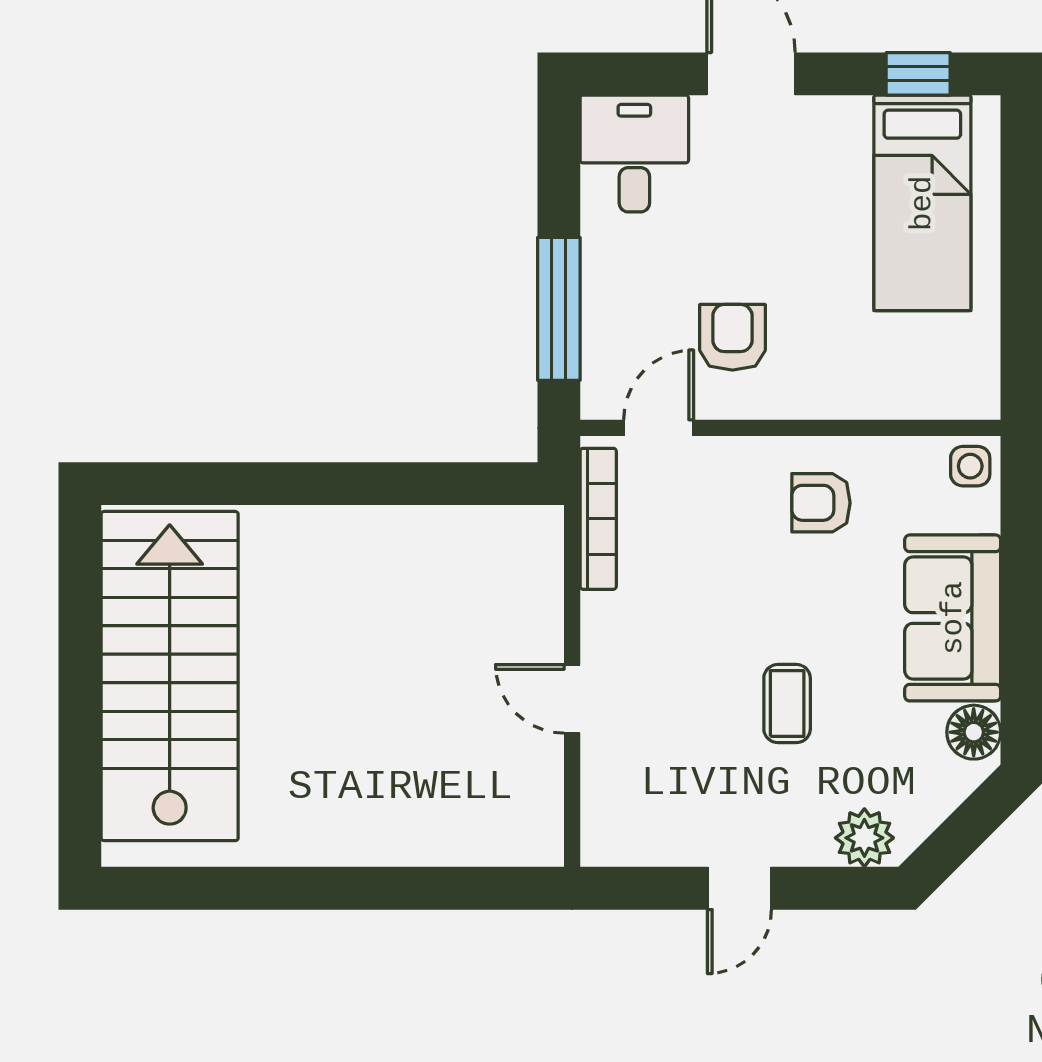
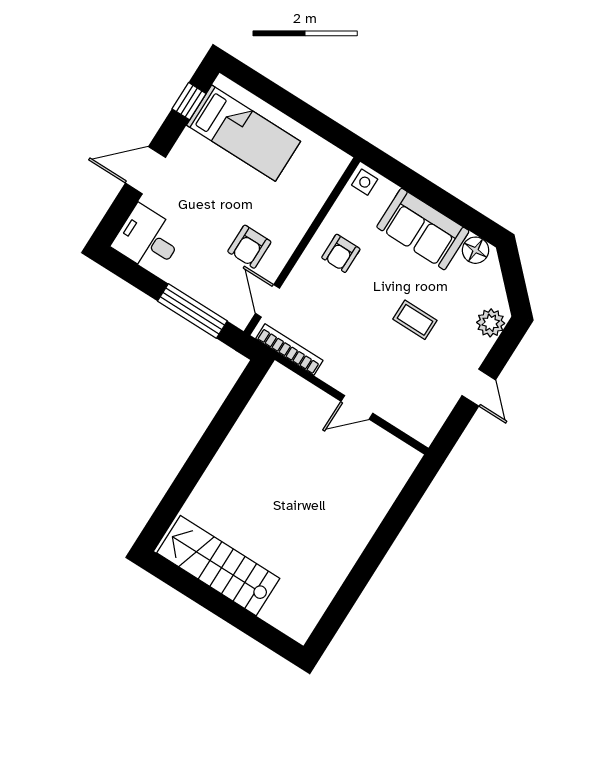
armchair: (732, 337) -> (249, 247), turned -90
stairs: (170, 676) -> (218, 566), width x0.73, depth x0.66

